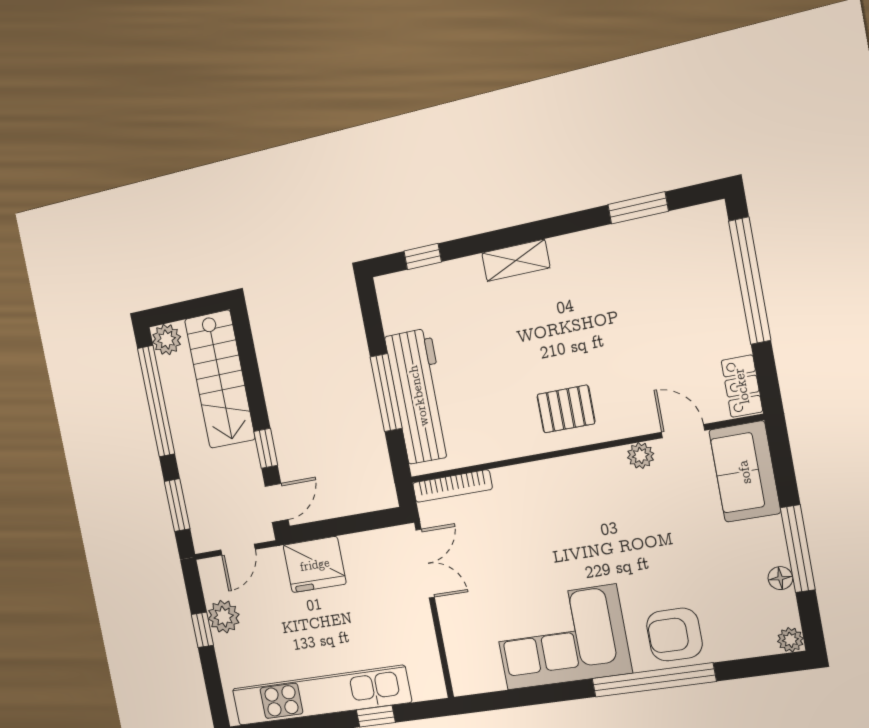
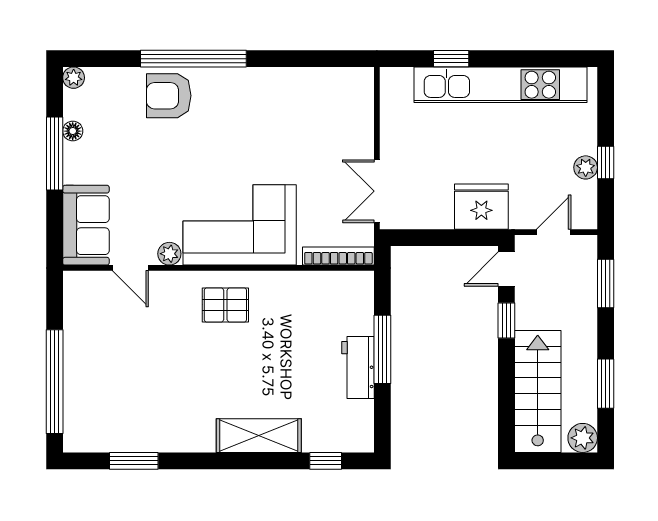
shelving: (516, 260) -> (259, 436), width x1.50, depth x1.33
locker: (742, 386) -> (76, 297), removed
workbench: (419, 396) -> (358, 368), width x0.53, depth x0.76
window: (156, 401) -> (606, 384), width x0.47
plant: (224, 617) -> (586, 167), width x0.73, depth x0.73
armchair: (674, 635) -> (169, 96), turned 180
corner sofa: (561, 637) -> (240, 225), moved, turned 180

